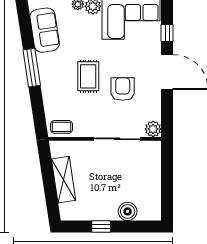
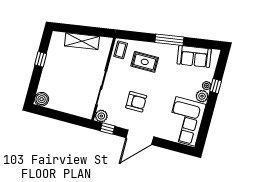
window: (167, 33) -> (108, 129), moved
rug: (88, 76) -> (145, 62), moved
boiler: (128, 211) -> (42, 99), moved

